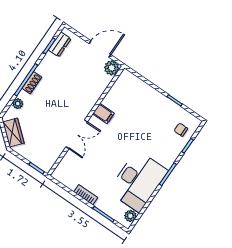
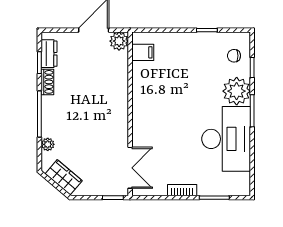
shoe rack: (32, 83) -> (47, 82), moved
filing cabinet: (103, 114) -> (143, 52), moved
double door: (77, 134) -> (130, 168), moved
plant: (130, 216) -> (237, 91), moved, width x1.87, depth x1.87

